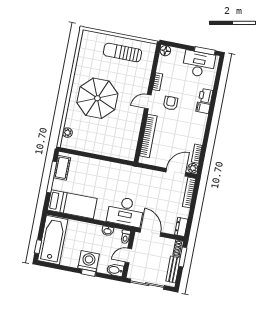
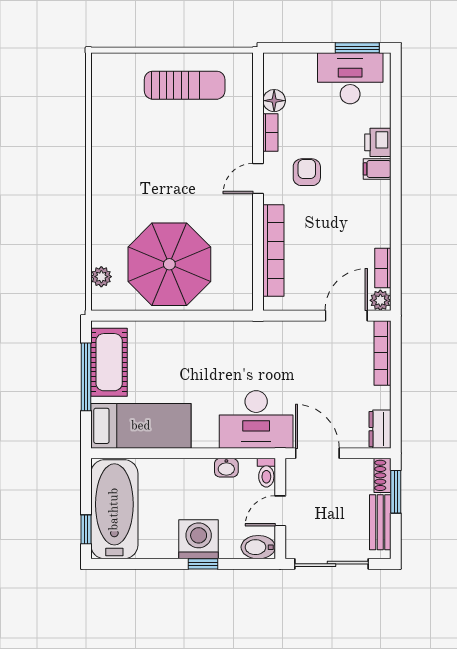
floor lamp: (165, 51) -> (274, 101), moved
sun lounger: (123, 53) -> (185, 85), turned 180
parasol: (97, 98) -> (169, 264), moved
cot: (62, 168) -> (109, 362), width x1.37, depth x1.34

